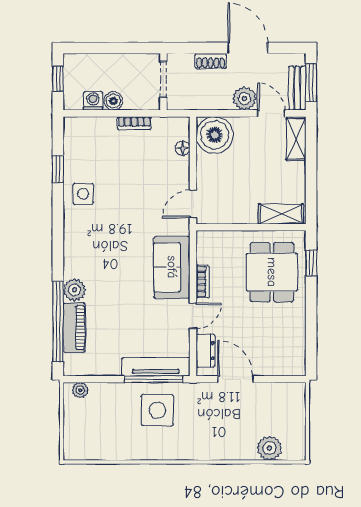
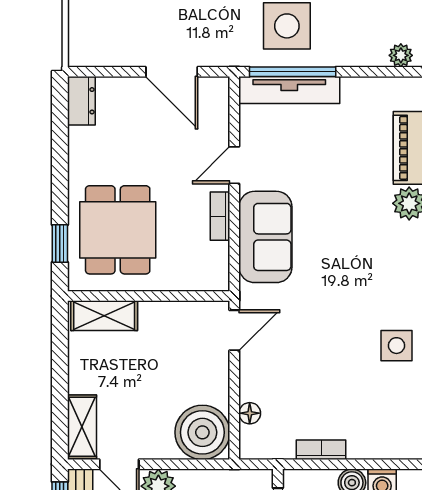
dresser: (205, 351) -> (81, 101), moved, turned 180

